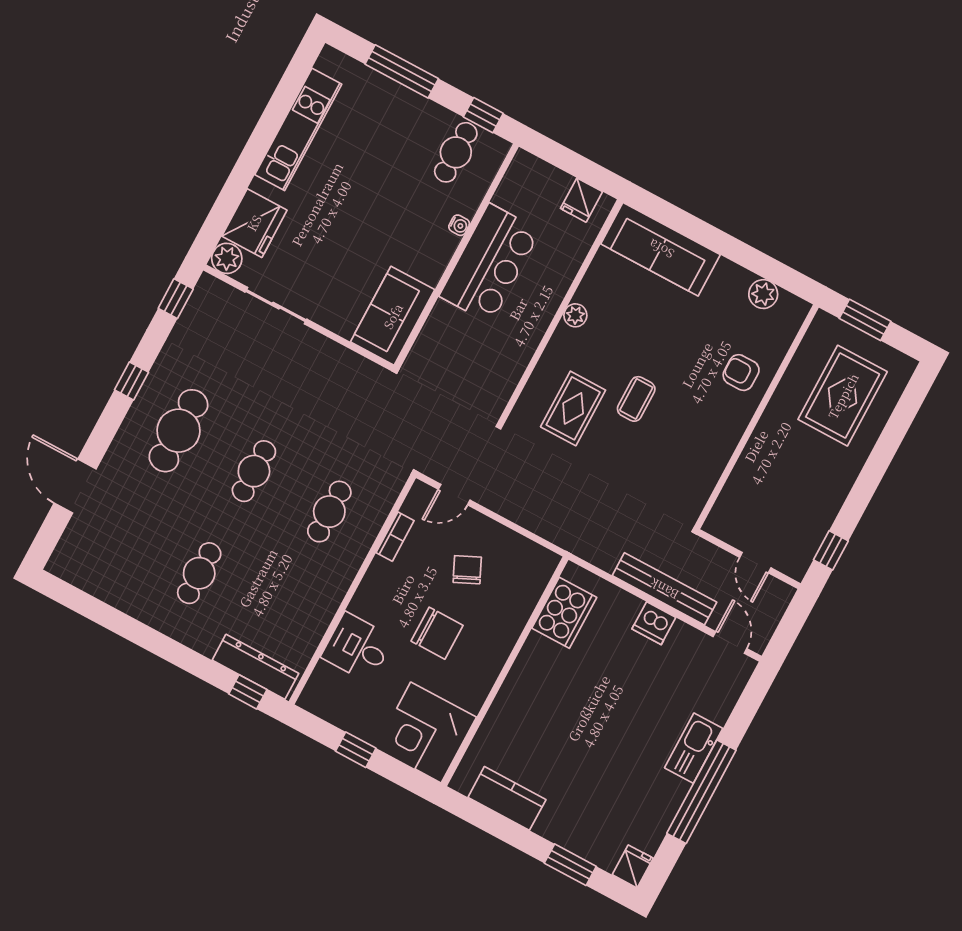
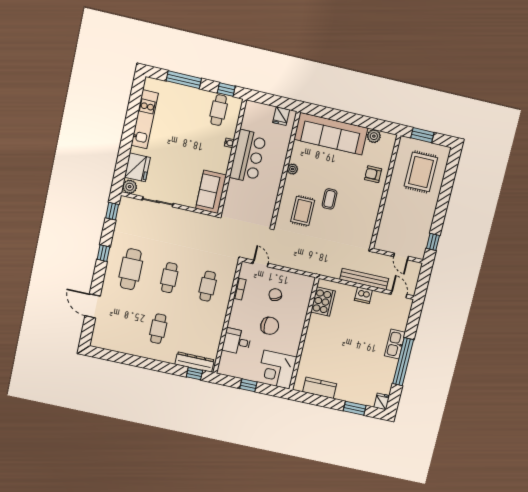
sofa: (661, 249) -> (331, 134), width x1.36, depth x1.27
door: (454, 495) -> (261, 264), swing flipped

